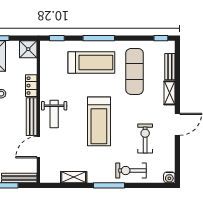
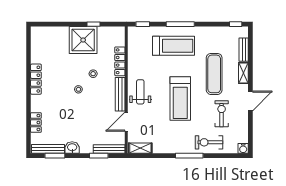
shower: (28, 49) -> (117, 34), removed
exercise mat: (135, 71) -> (214, 74), moved
locker: (31, 86) -> (120, 61), width x1.53
weight bench: (54, 114) -> (140, 92), turned 180
shelving: (74, 177) -> (140, 148), moved

